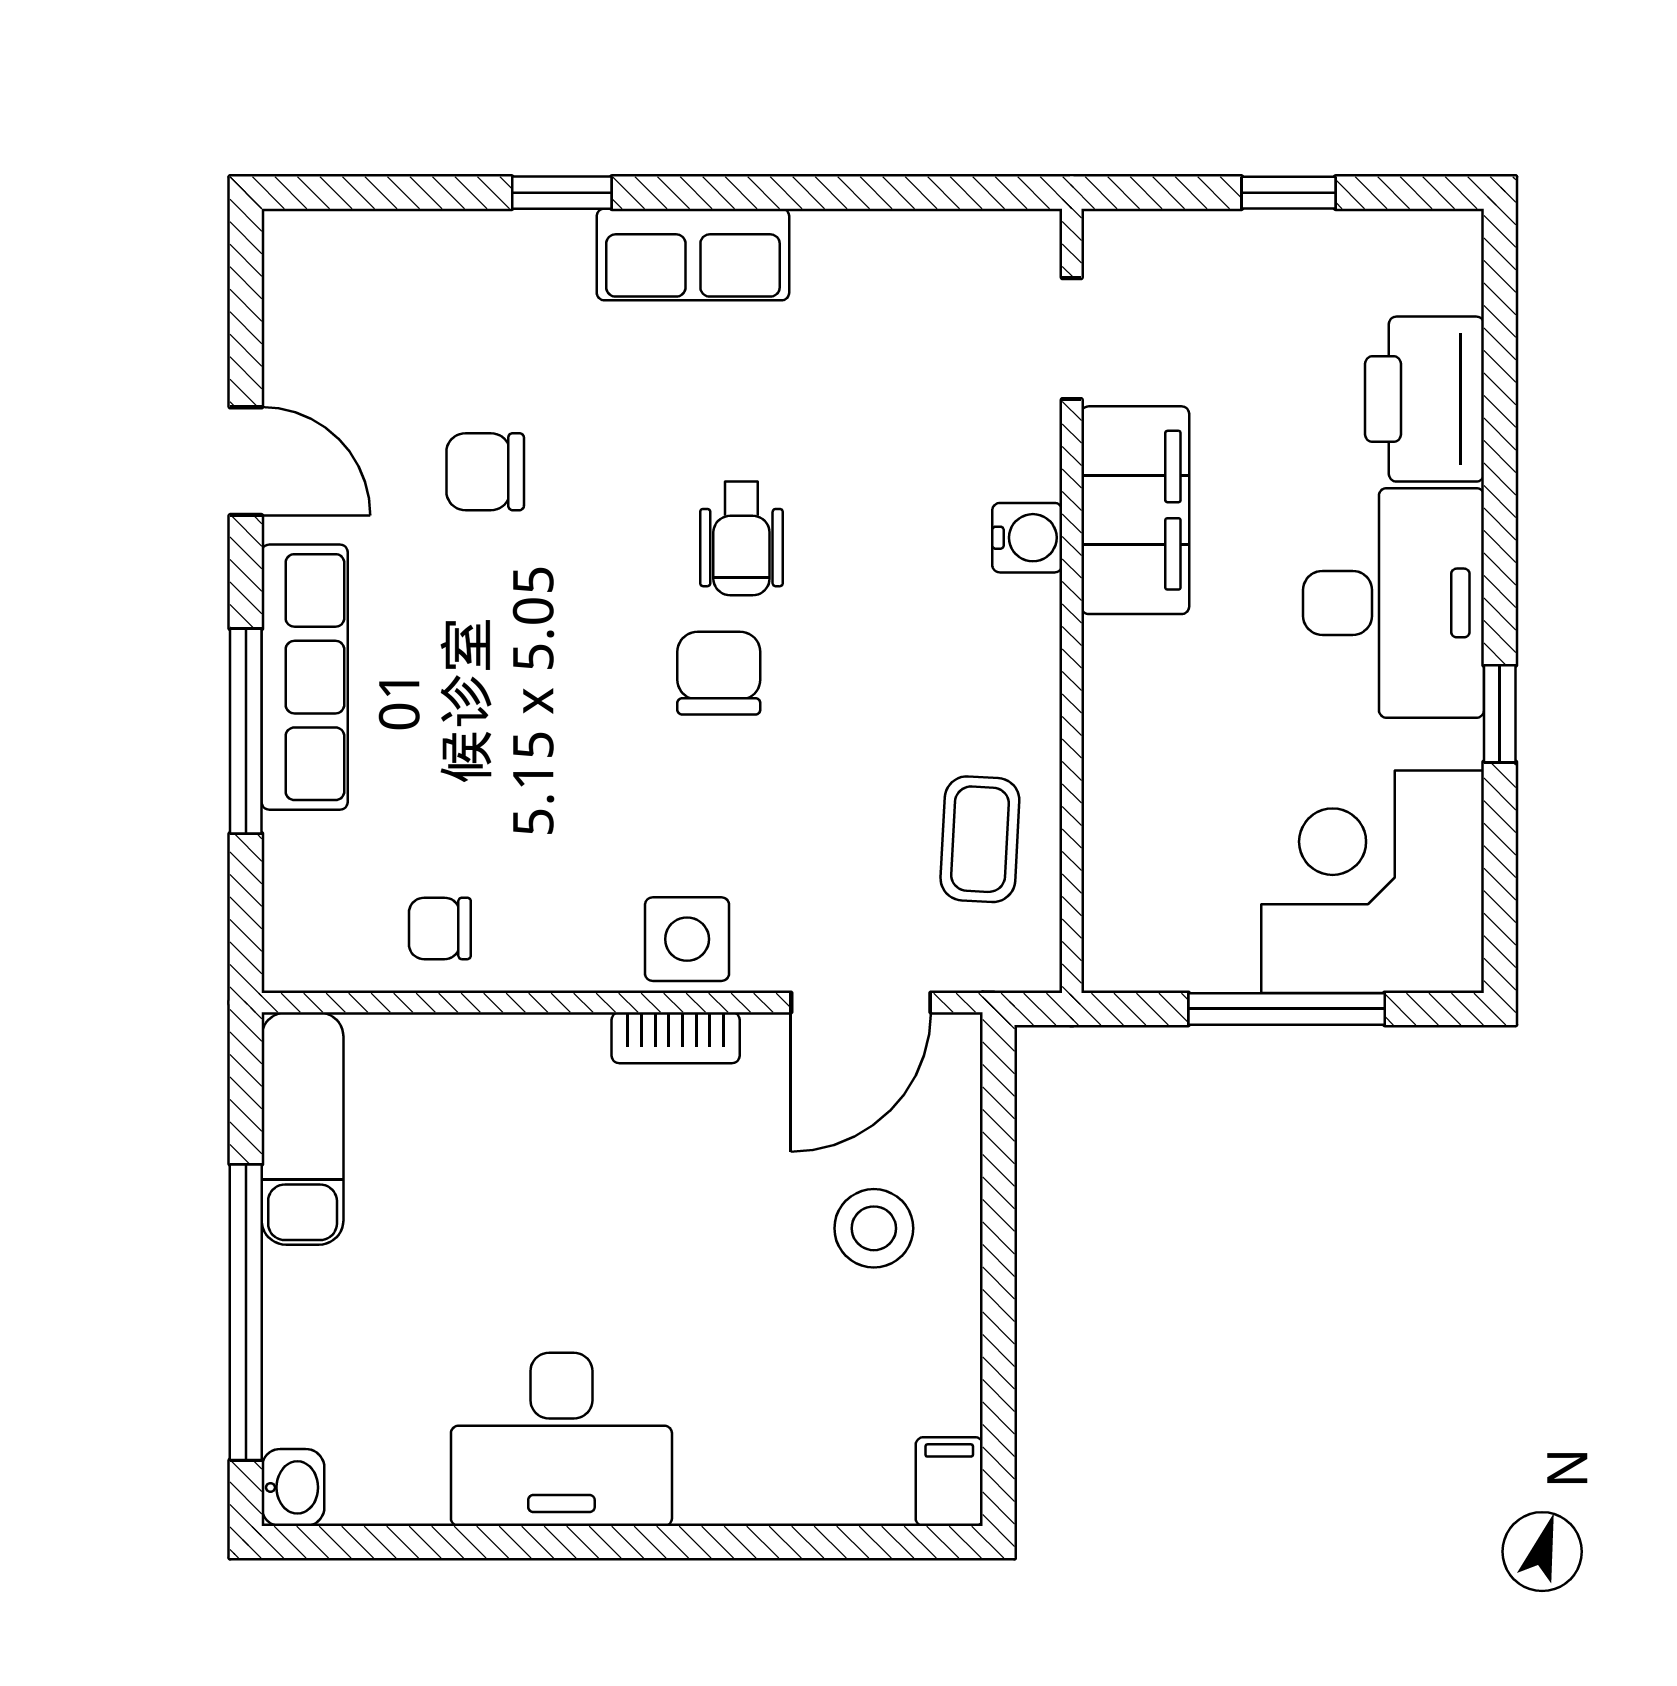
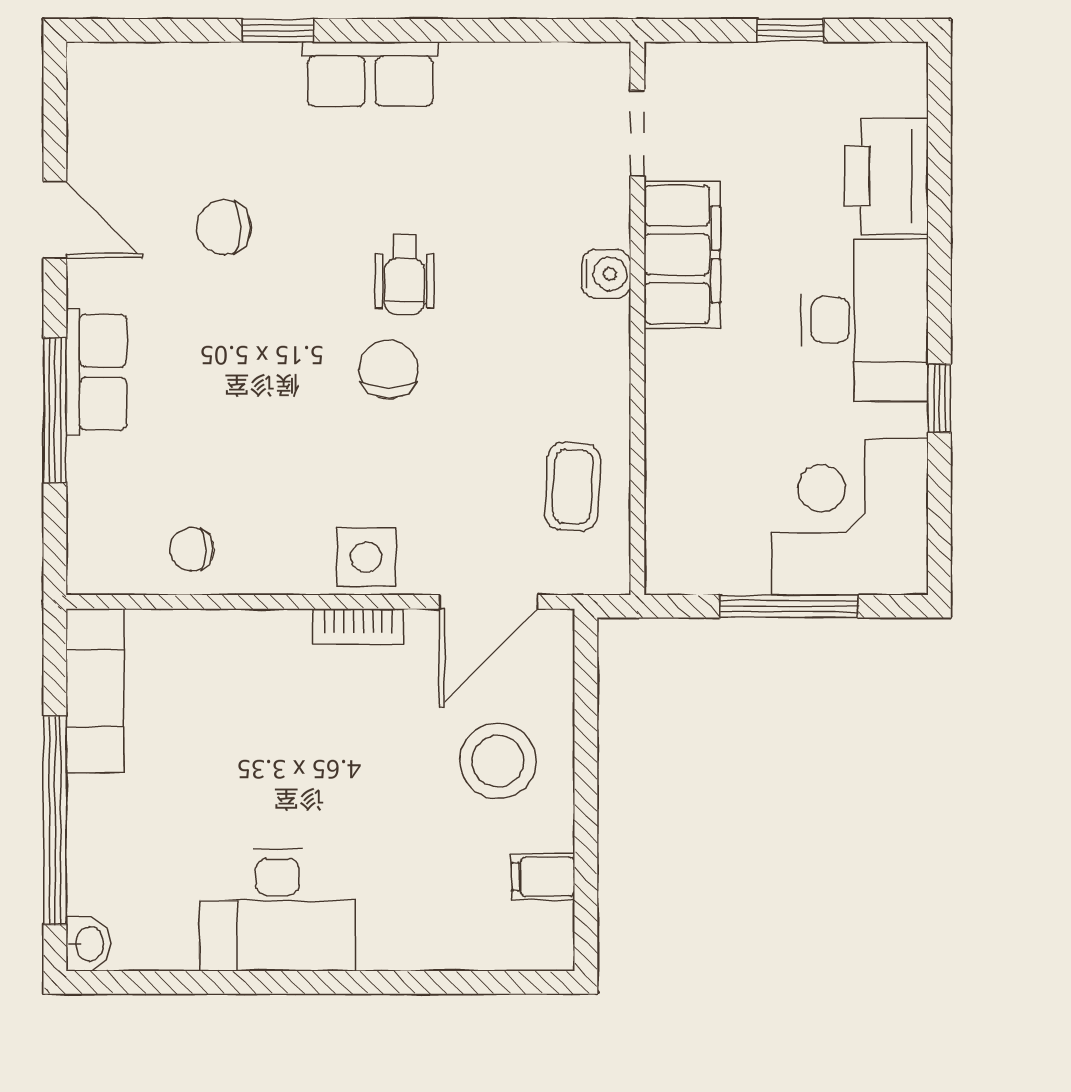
row of seats: (305, 677) -> (96, 372), width x0.68
stool: (874, 1228) -> (498, 761), width x1.38, depth x1.38
filing cabinet: (949, 1482) -> (543, 877), moved, turned -90

